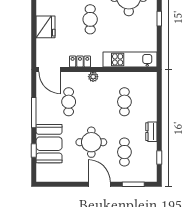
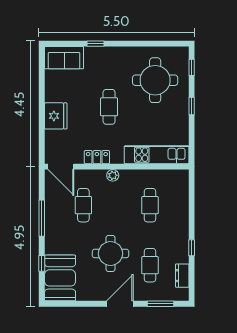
dresser: (151, 132) -> (182, 276), moved
booth: (49, 144) -> (60, 278), moved
window: (159, 158) -> (192, 248), moved
door: (99, 184) -> (120, 304), hinge flipped

